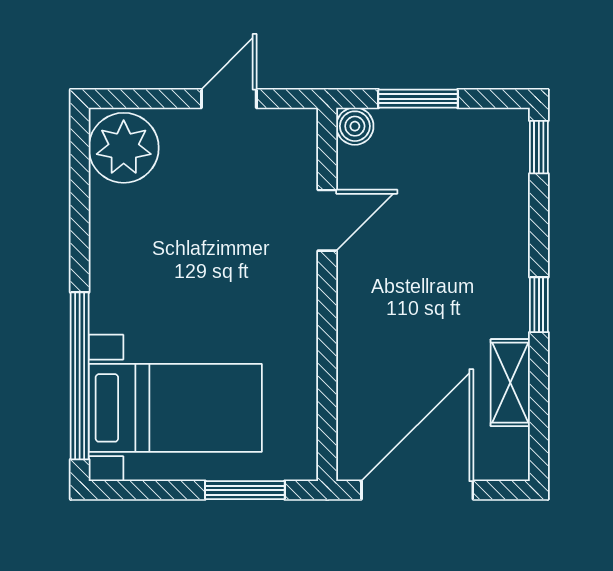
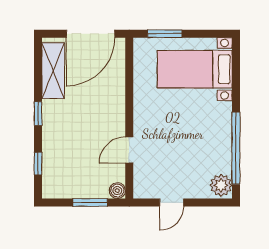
window: (539, 147) -> (38, 164), moved
plant: (124, 148) -> (221, 185), width x0.73, depth x0.73
window: (80, 376) -> (236, 148), moved
shelving: (510, 383) -> (53, 71), width x1.50, depth x1.33

